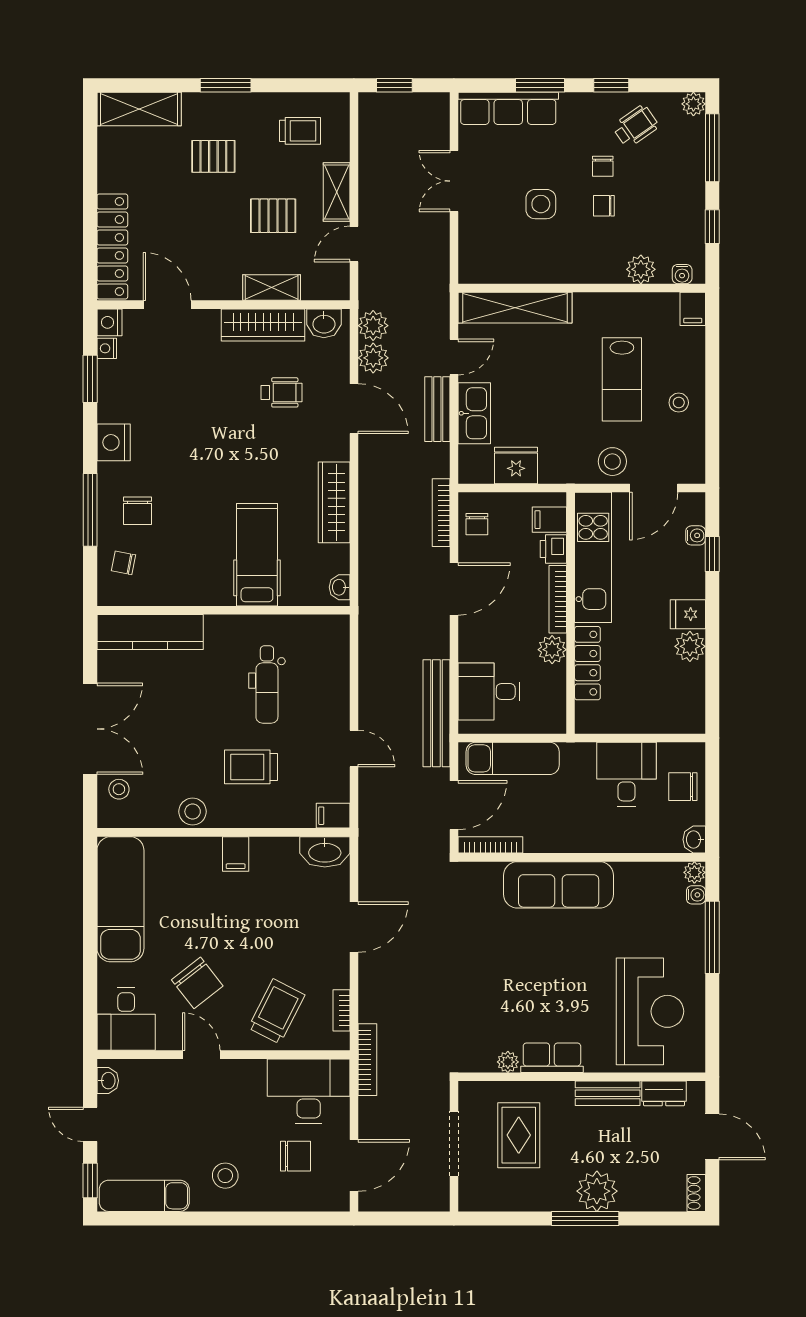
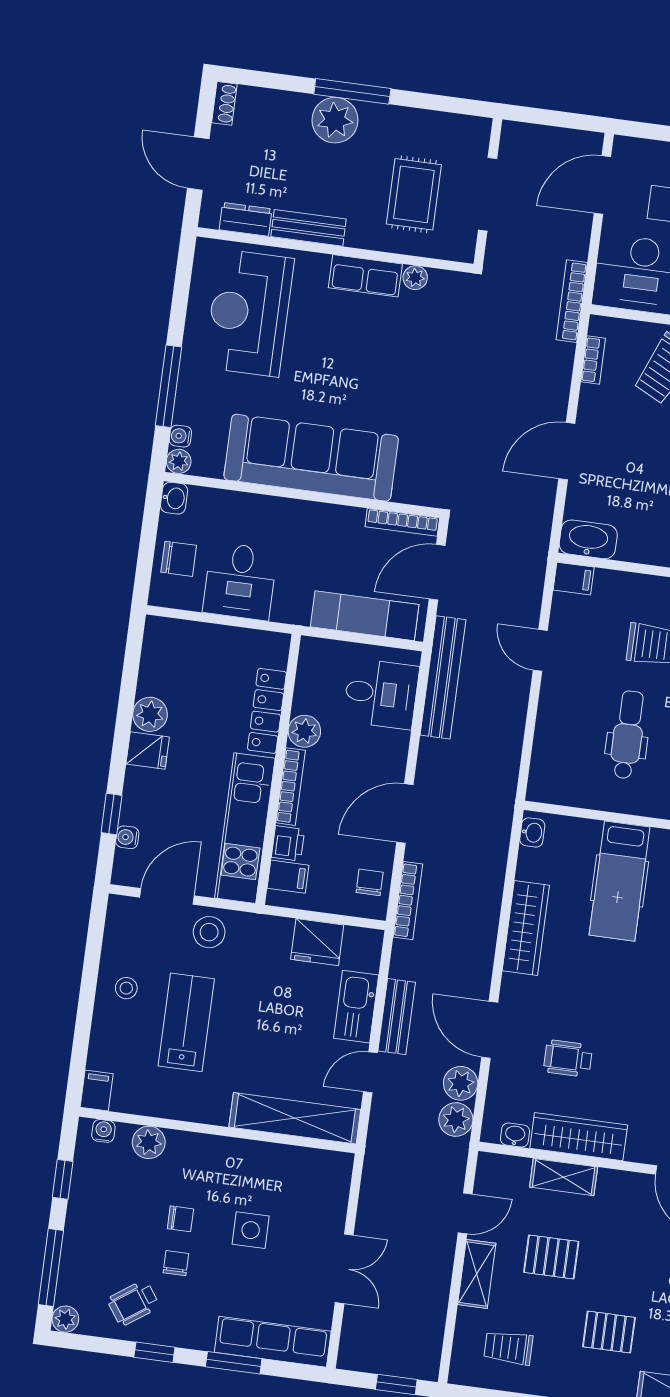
washbasin: (324, 323) -> (515, 1135), width x0.72, depth x0.69
sofa: (559, 885) -> (311, 458), width x1.36, depth x1.27

